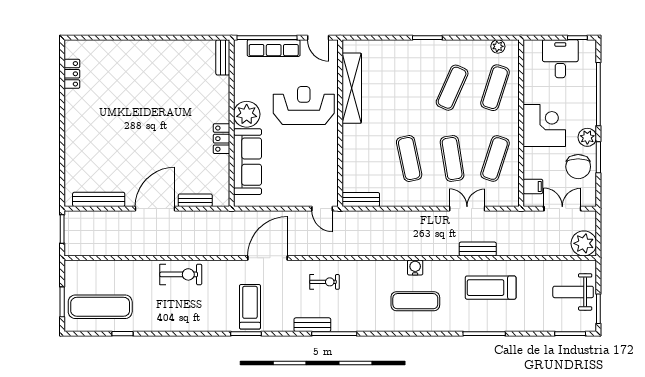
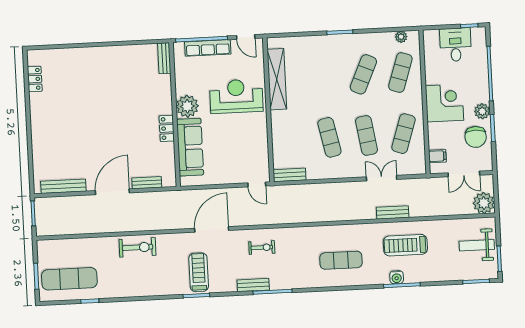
double door: (562, 209) -> (464, 174), swing flipped
water cooler: (415, 268) -> (397, 277), moved, turned 180

